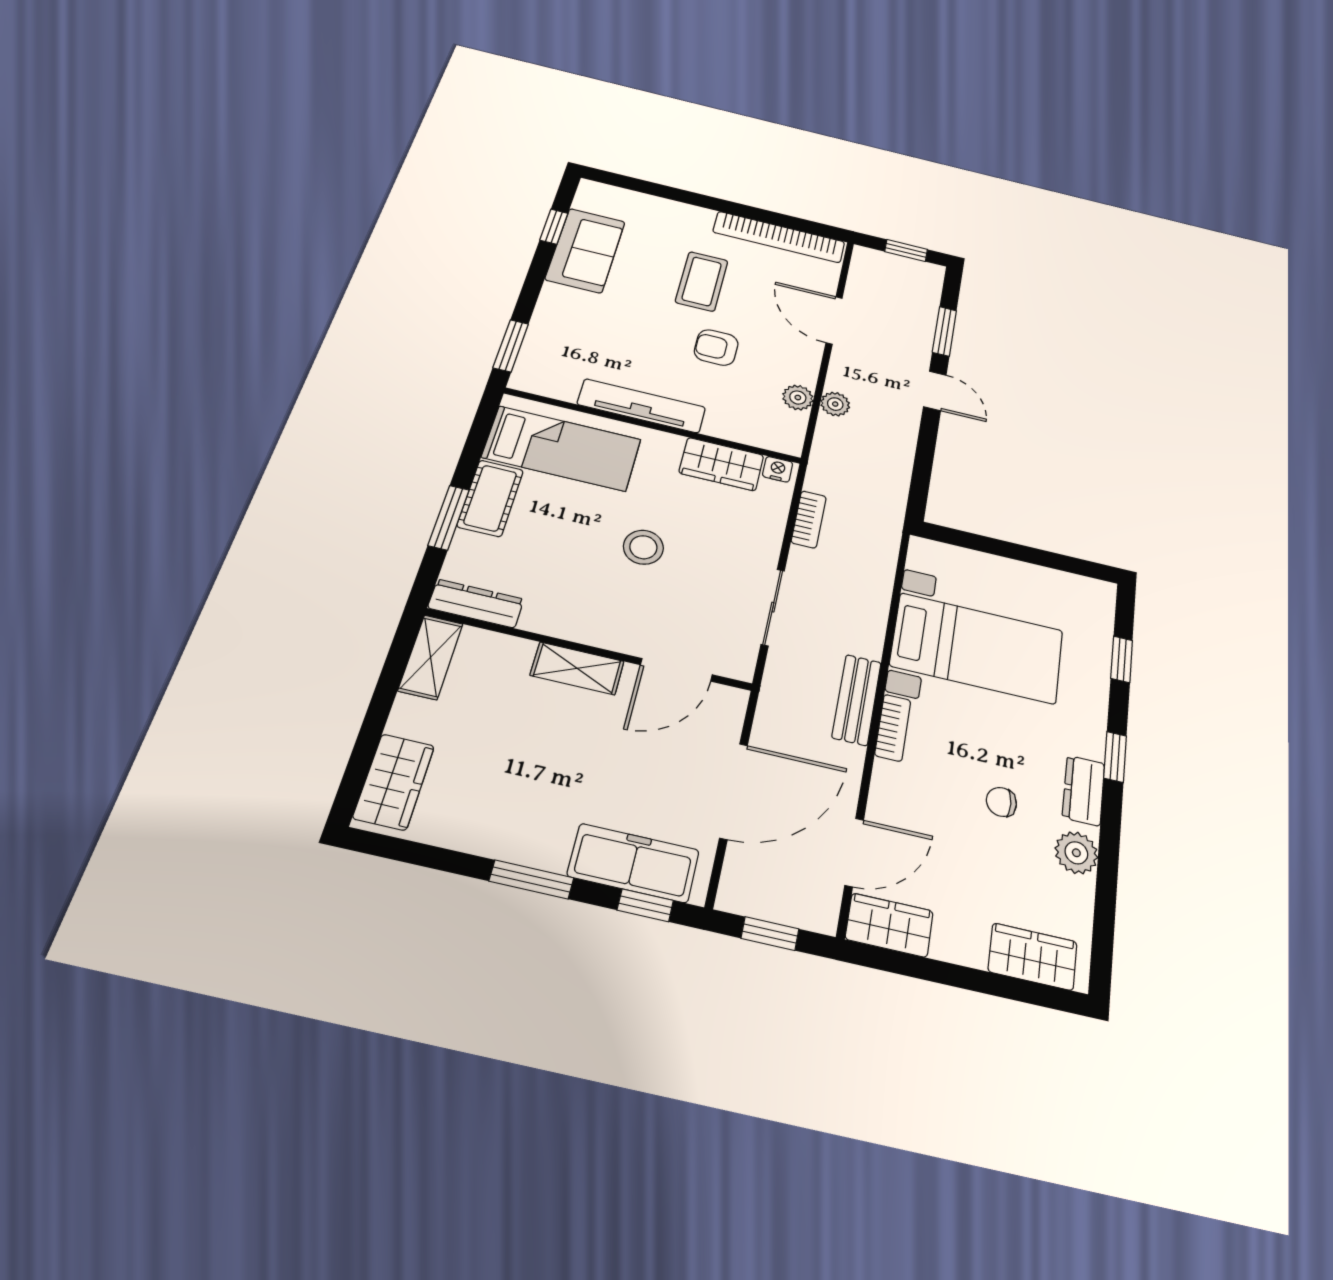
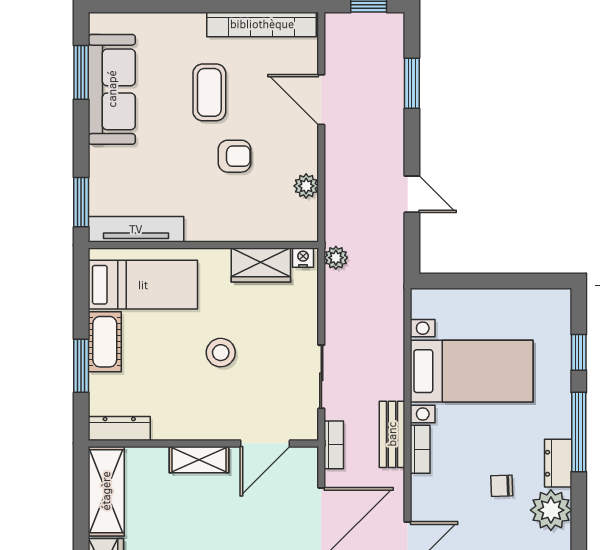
window: (554, 227) -> (81, 72), width x1.50
sofa: (585, 250) -> (112, 89), width x1.36
armchair: (716, 347) -> (234, 156), turned 180
door: (935, 391) -> (412, 194), moved
plant: (835, 404) -> (336, 258), moved
tv unit: (641, 406) -> (136, 229), moved
bookcase: (809, 519) -> (334, 445), moved
shelving: (431, 657) -> (106, 491), width x1.50, depth x1.33
window: (1115, 757) -> (579, 432), width x2.17
plant: (1076, 853) -> (551, 510), width x1.36, depth x1.36

